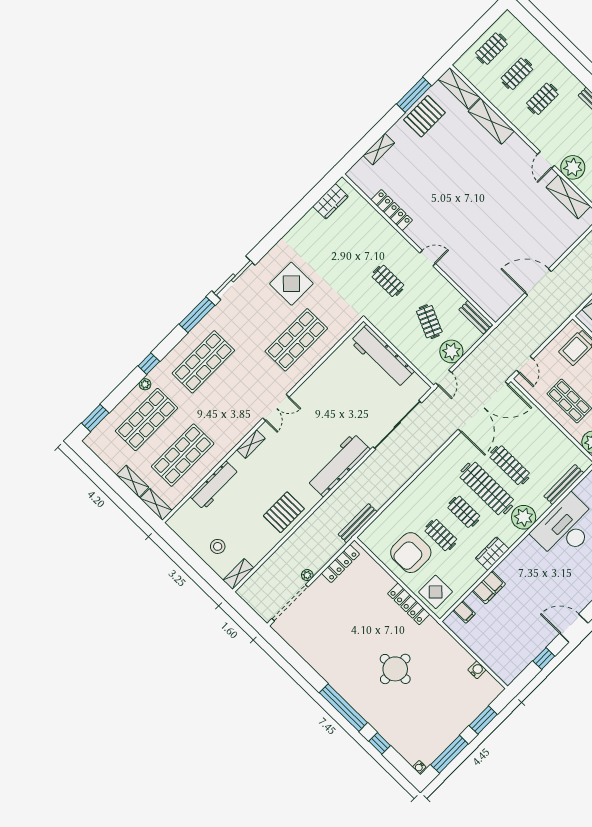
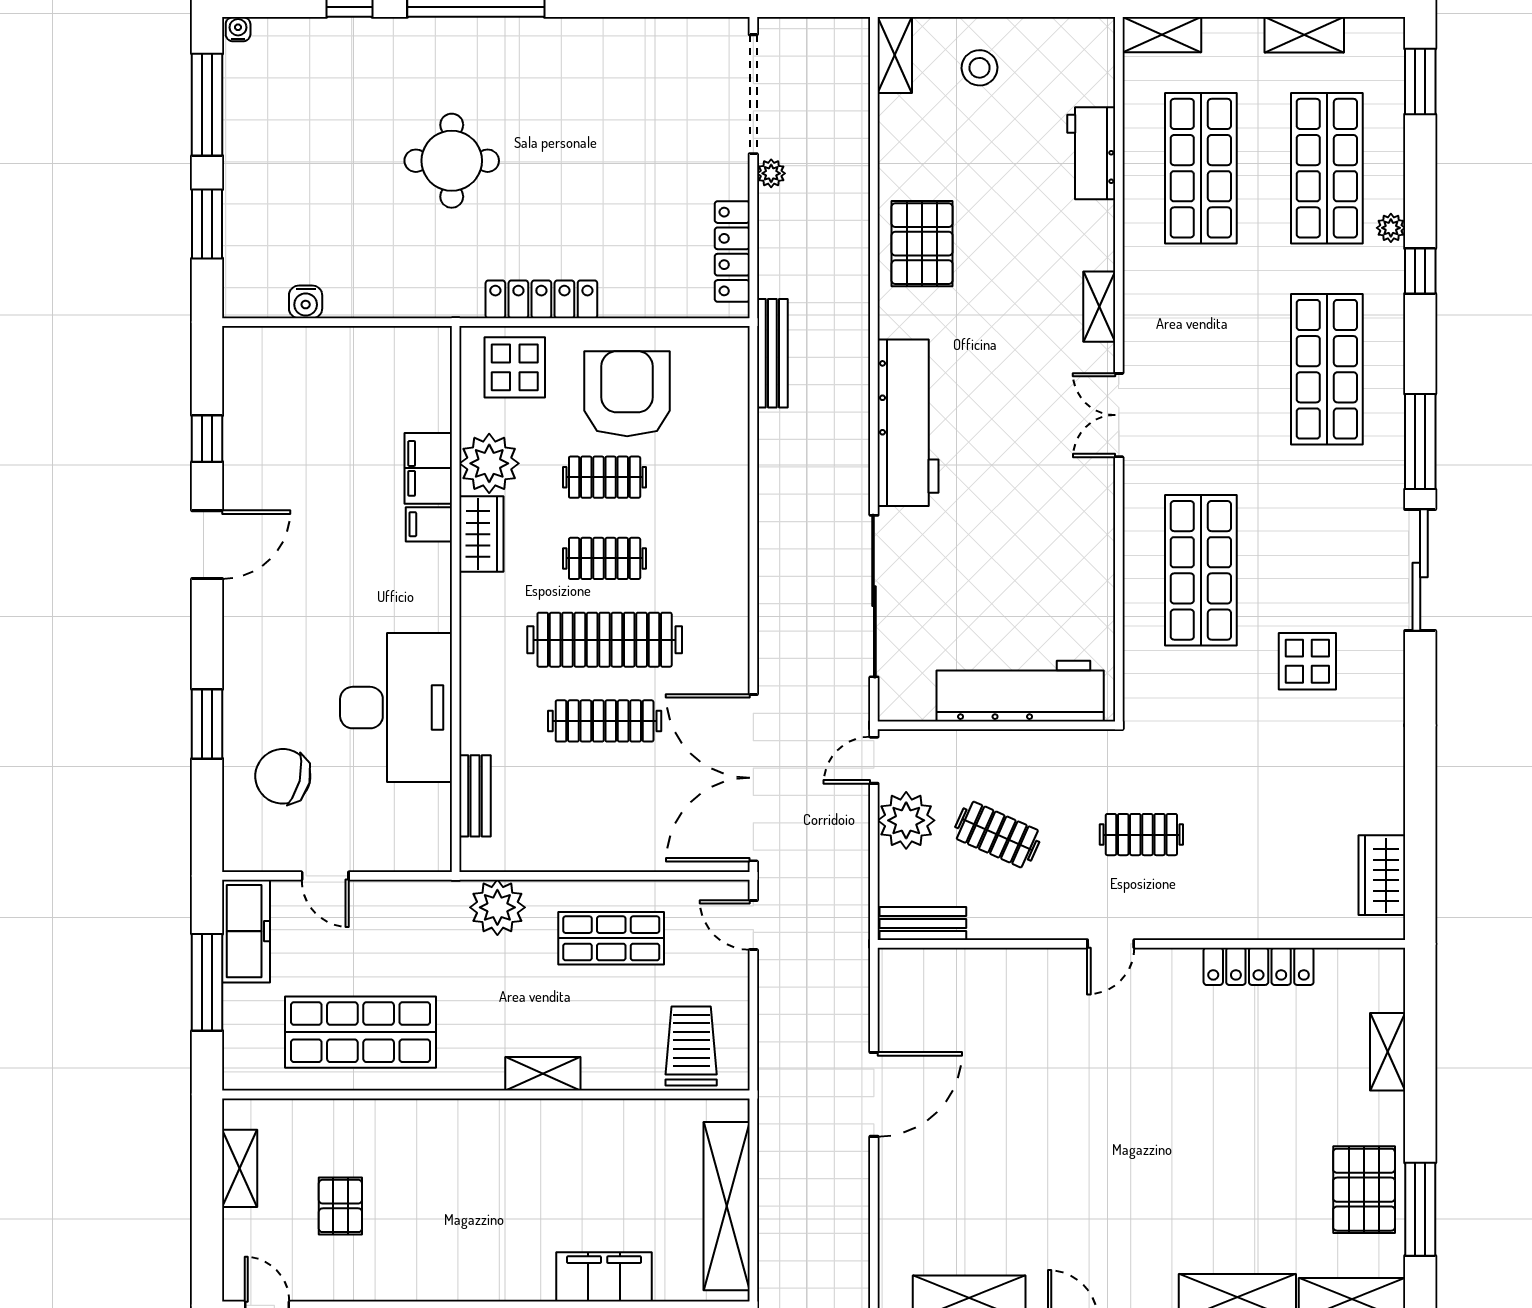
display table: (291, 284) -> (1307, 661), width x0.73, depth x0.73
door: (444, 378) -> (874, 760), hinge flipped
shelving: (133, 481) -> (1304, 35), moved
workbench: (215, 485) -> (1091, 153), width x0.73
bench: (564, 485) -> (475, 796), width x0.73
plant: (524, 517) -> (489, 463), moved
filing cabinet: (464, 612) -> (429, 524), moved

